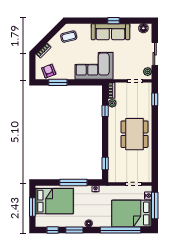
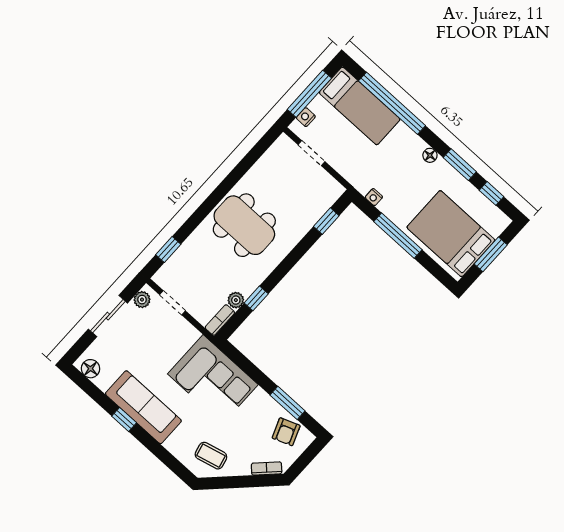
dining table: (134, 134) -> (244, 225), turned 90
bed: (132, 214) -> (360, 106), width x0.67

